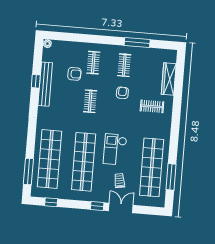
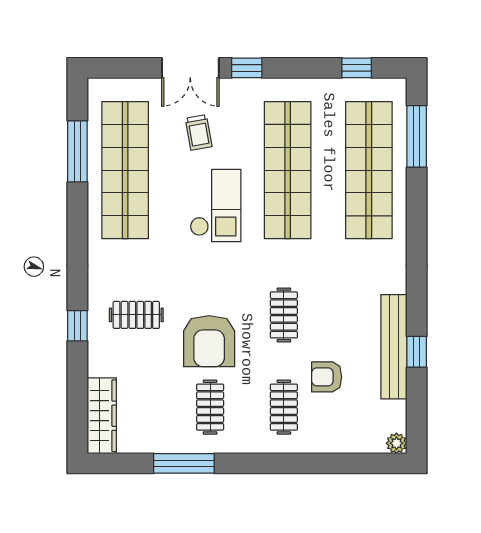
wardrobe: (169, 79) -> (102, 416), moved
armchair: (122, 93) -> (209, 341), width x1.88, depth x1.88
window: (177, 104) -> (77, 326), added

